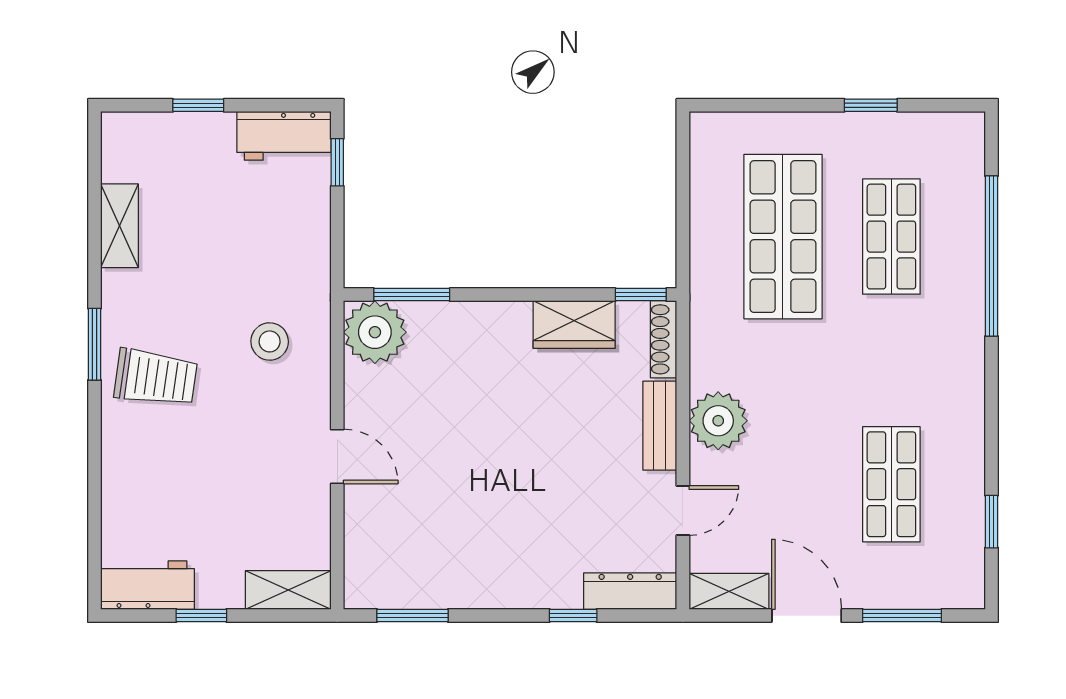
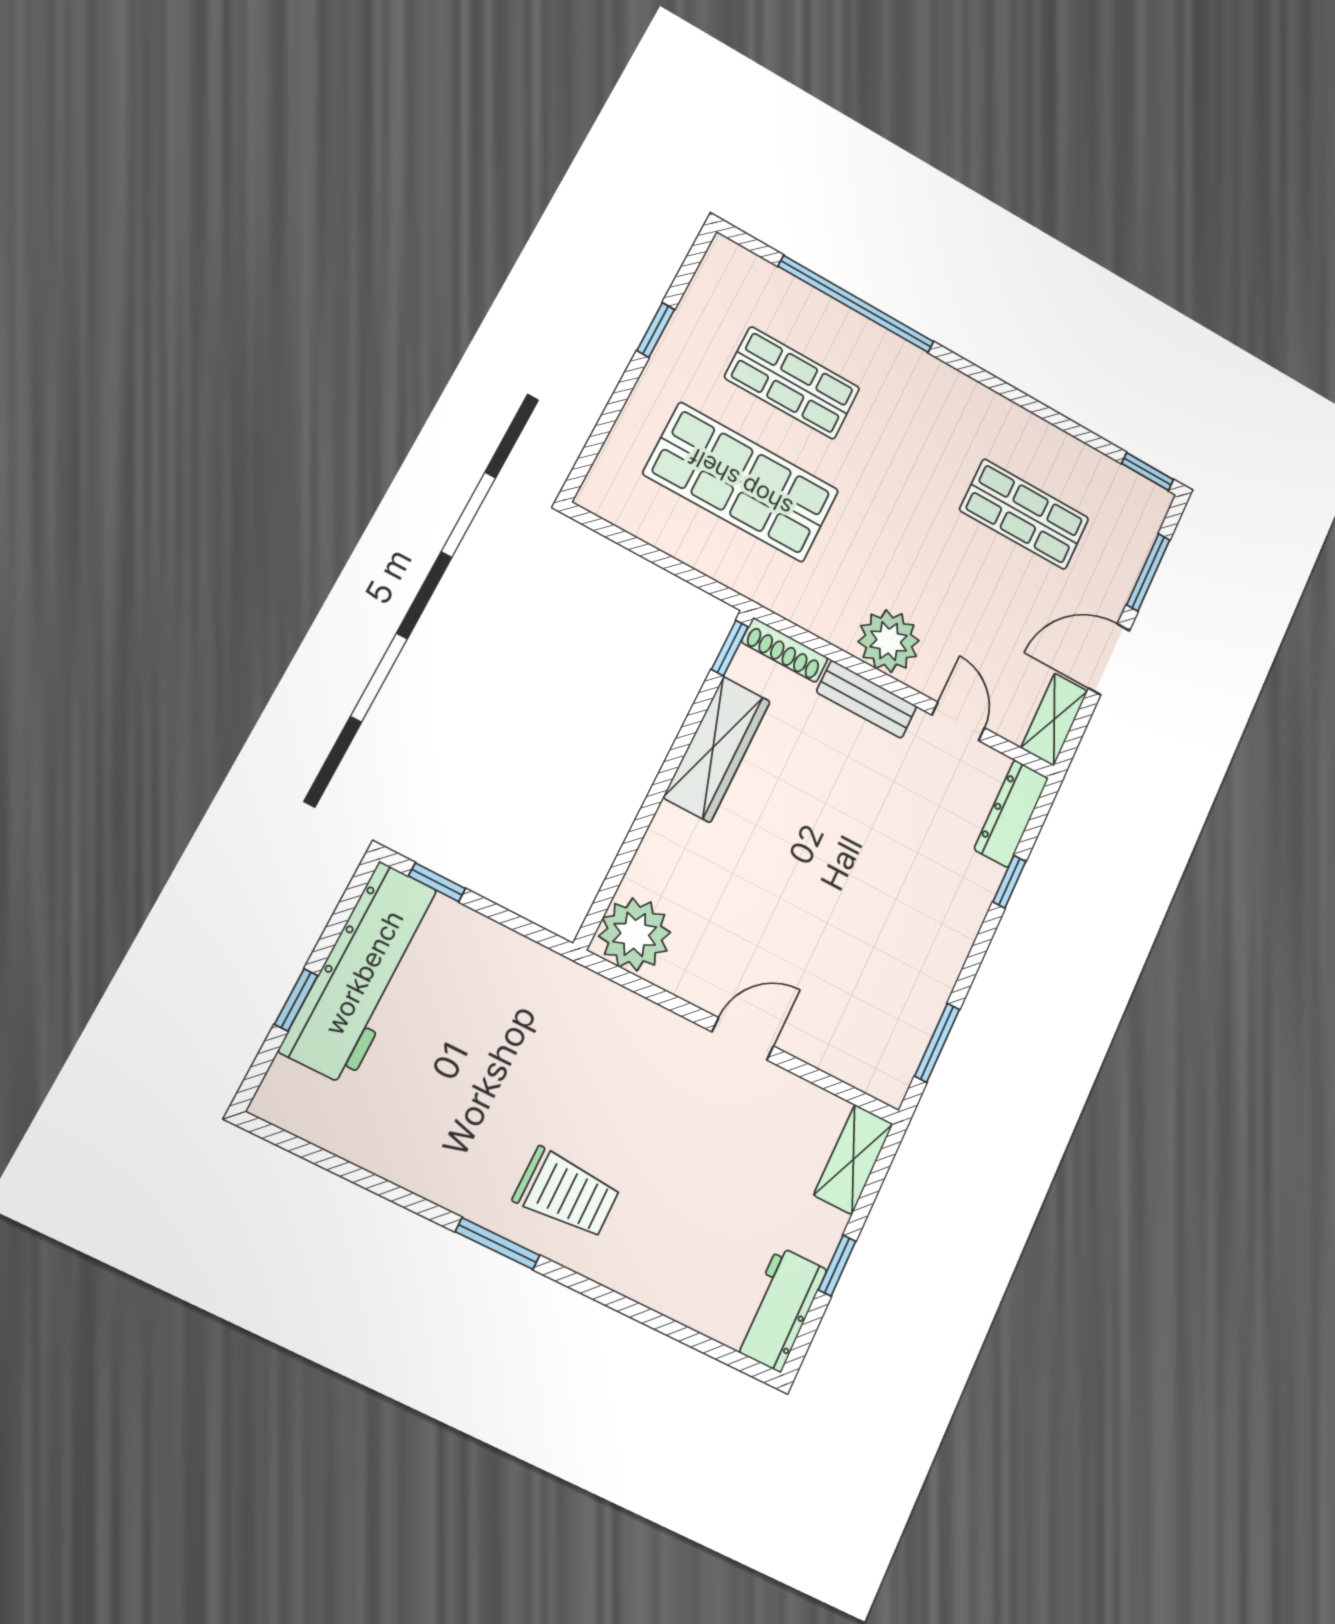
workbench: (284, 136) -> (364, 973), width x1.88, depth x1.32
shelving: (120, 226) -> (383, 1153), removed
window: (412, 295) -> (615, 876), removed
wardrobe: (574, 325) -> (717, 749), width x1.50
stool: (270, 341) -> (589, 1050), removed
trolley: (156, 378) -> (567, 1193), turned 82
window: (991, 522) -> (1147, 472), moved

